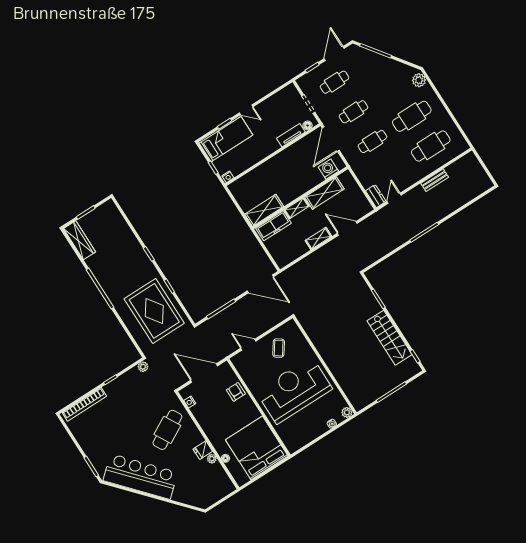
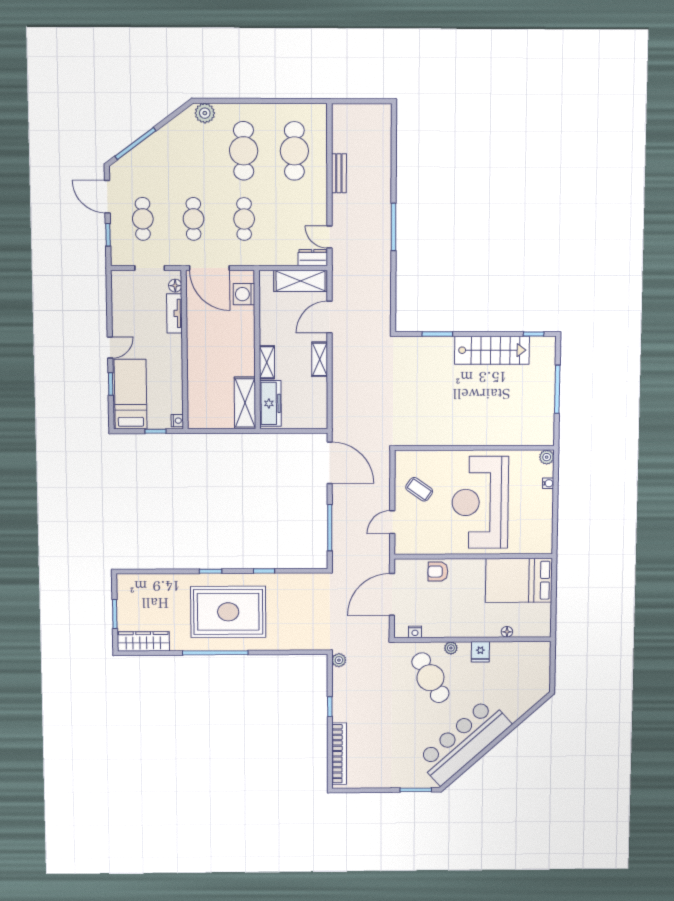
shelving: (324, 193) -> (301, 281), moved, turned 90
door: (260, 284) -> (330, 463), hinge flipped
rug: (154, 311) -> (228, 612), moved
bed: (257, 448) -> (519, 580), width x0.73
plant: (212, 459) -> (451, 648), moved

